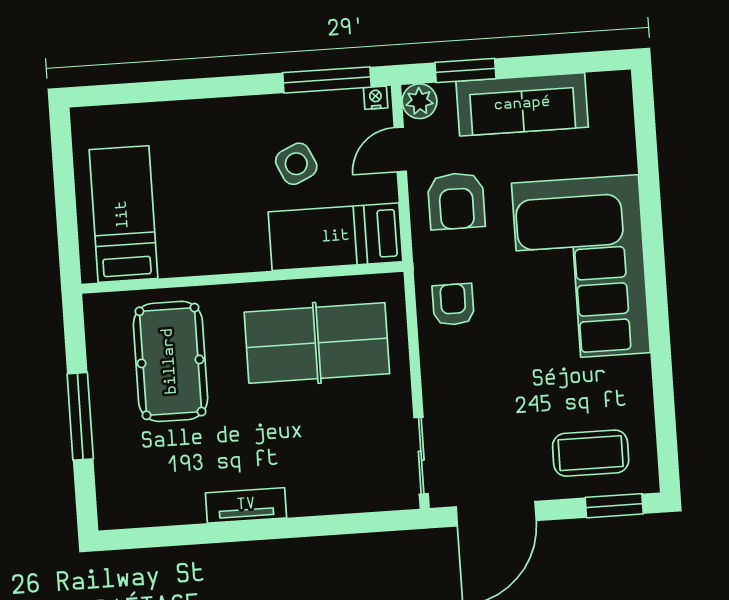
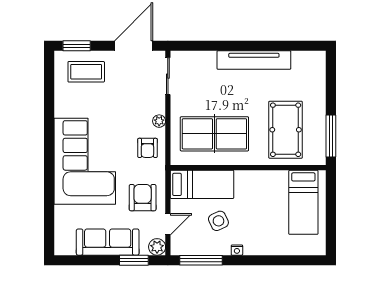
nightstand: (376, 98) -> (237, 250), moved
plant: (433, 362) -> (159, 121), added
window: (80, 416) -> (331, 136), moved
tv unit: (246, 505) -> (254, 60), width x1.92, depth x1.29

